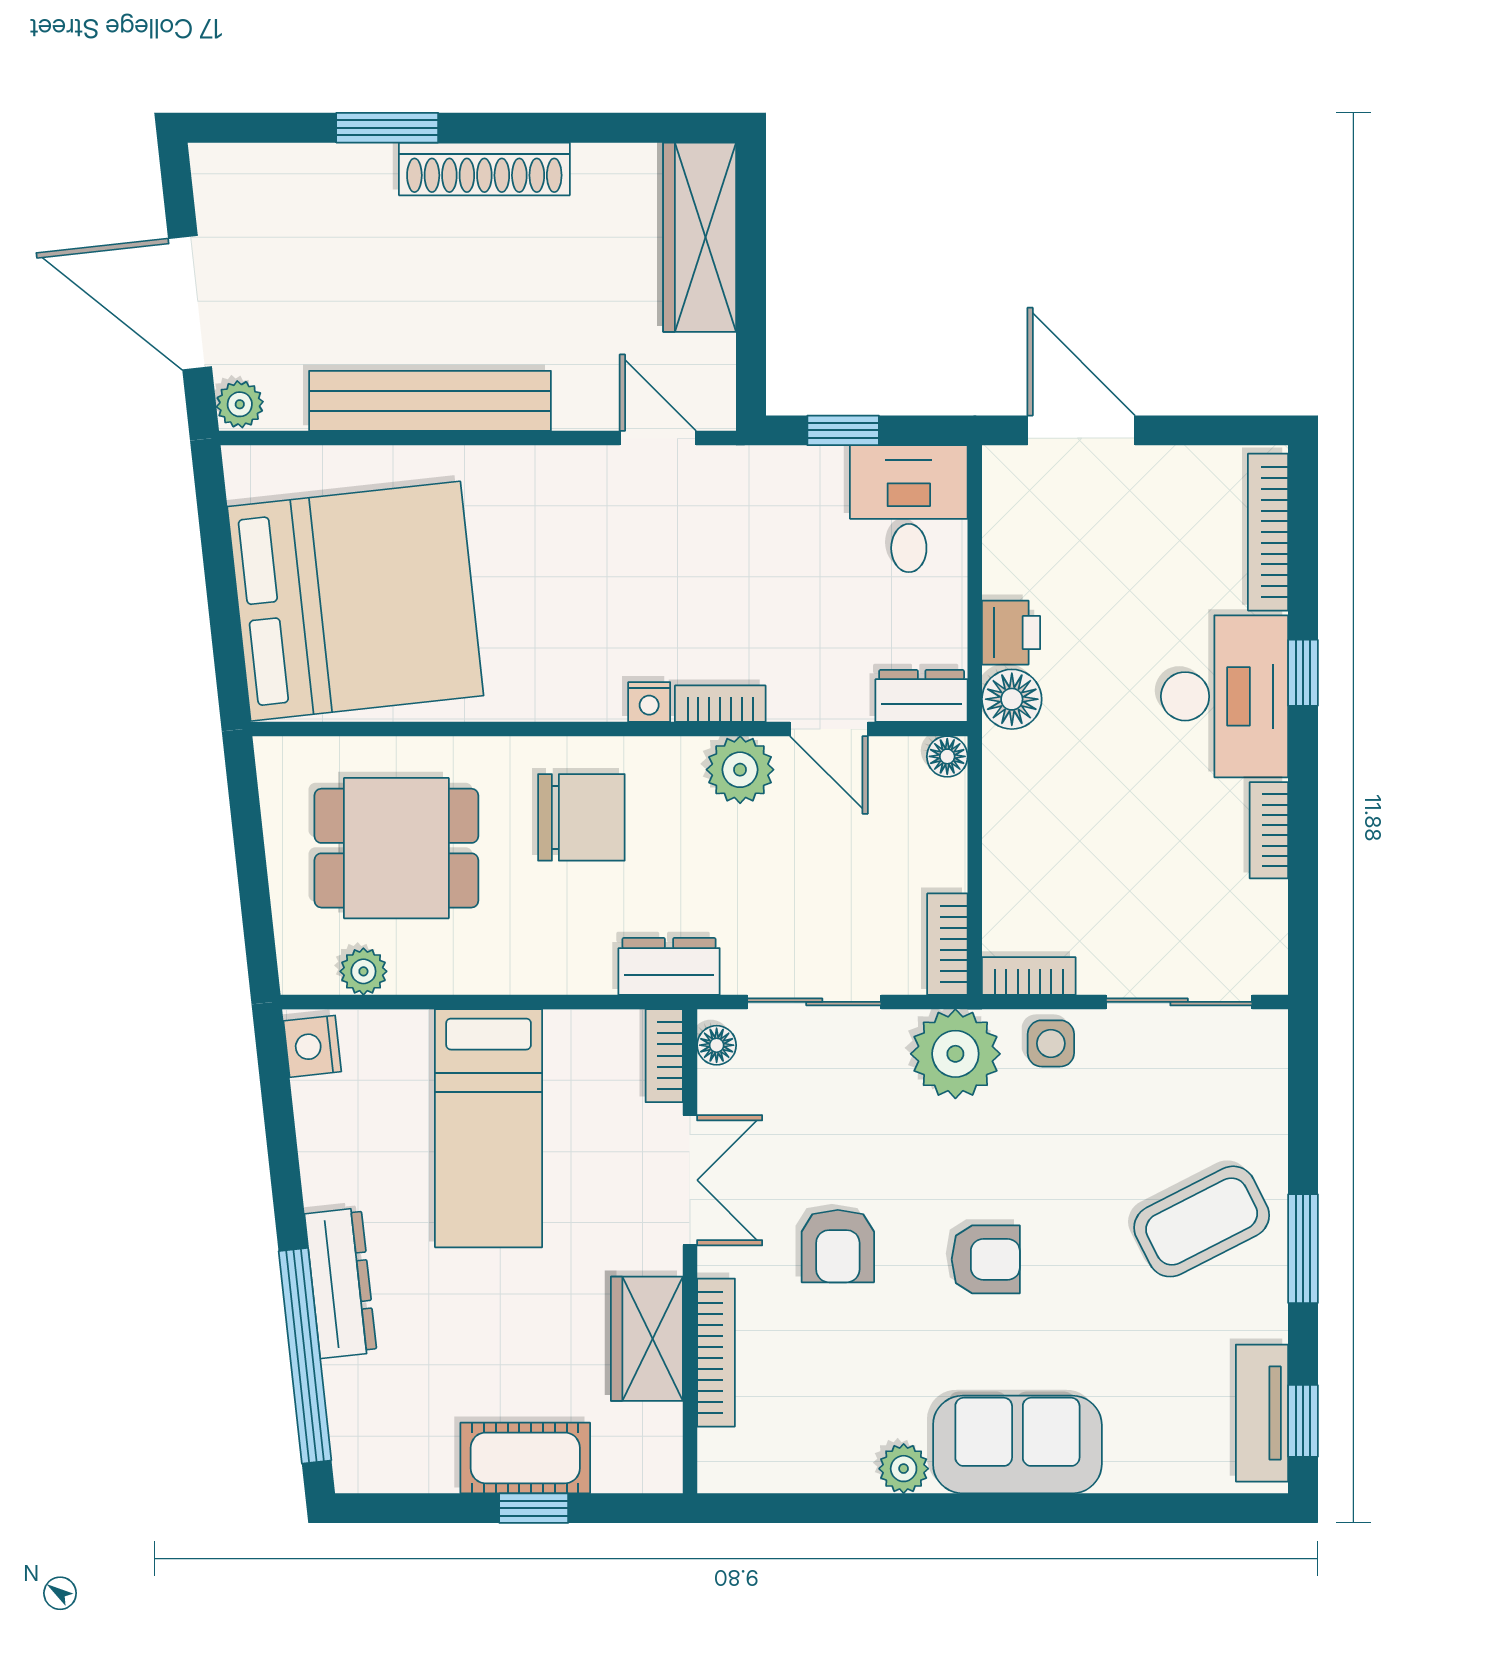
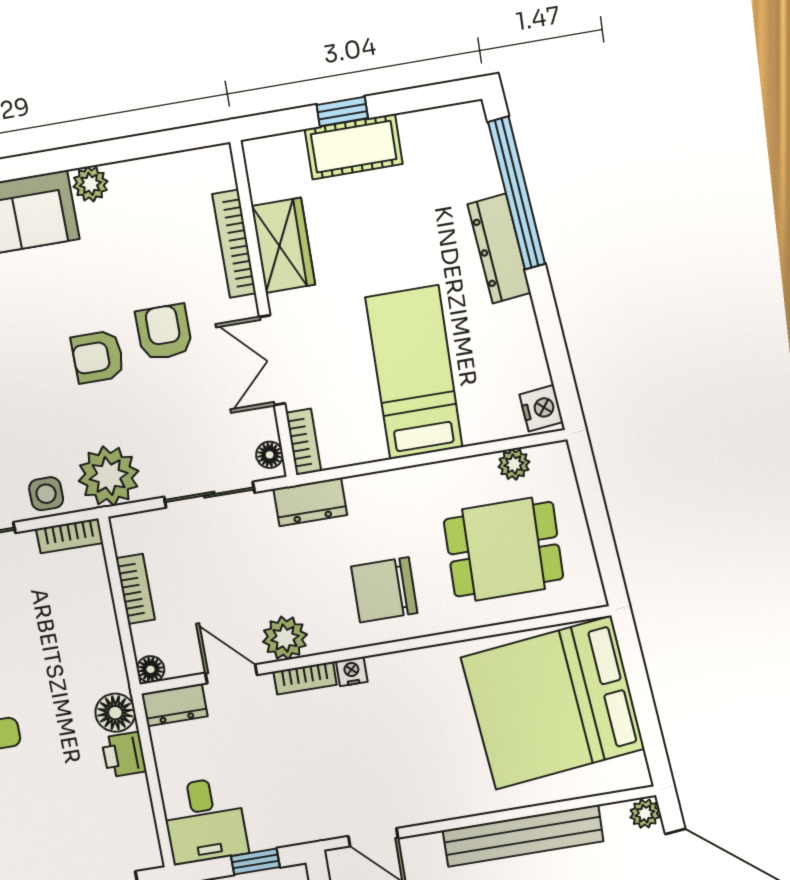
bookcase: (947, 944) -> (135, 589), moved
armchair: (986, 1259) -> (98, 357), moved

